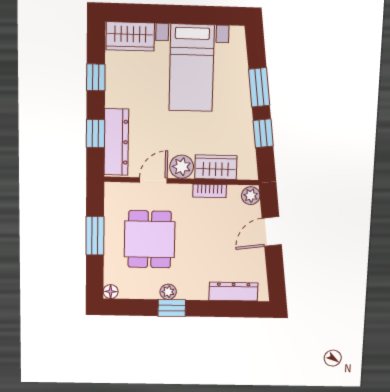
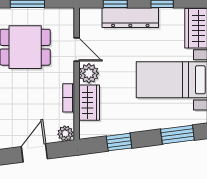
window: (259, 87) -> (177, 135), moved
dresser: (116, 142) -> (130, 18), moved
door: (272, 231) -> (34, 153), hinge flipped

